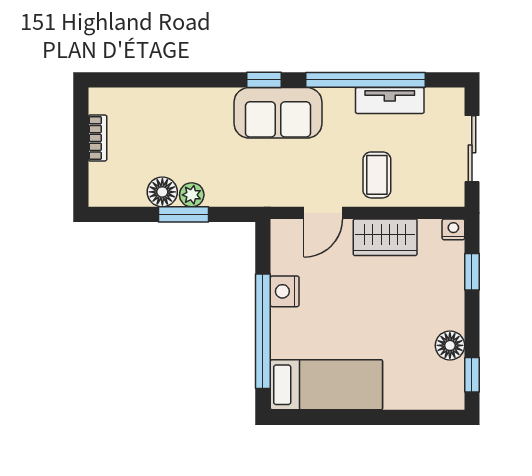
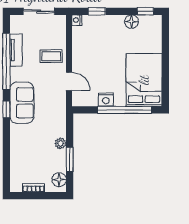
floor lamp: (162, 192) -> (59, 180), moved
window: (184, 214) -> (70, 159), moved
wardrobe: (385, 237) -> (80, 52), removed
bed: (326, 385) -> (144, 80), width x1.50

